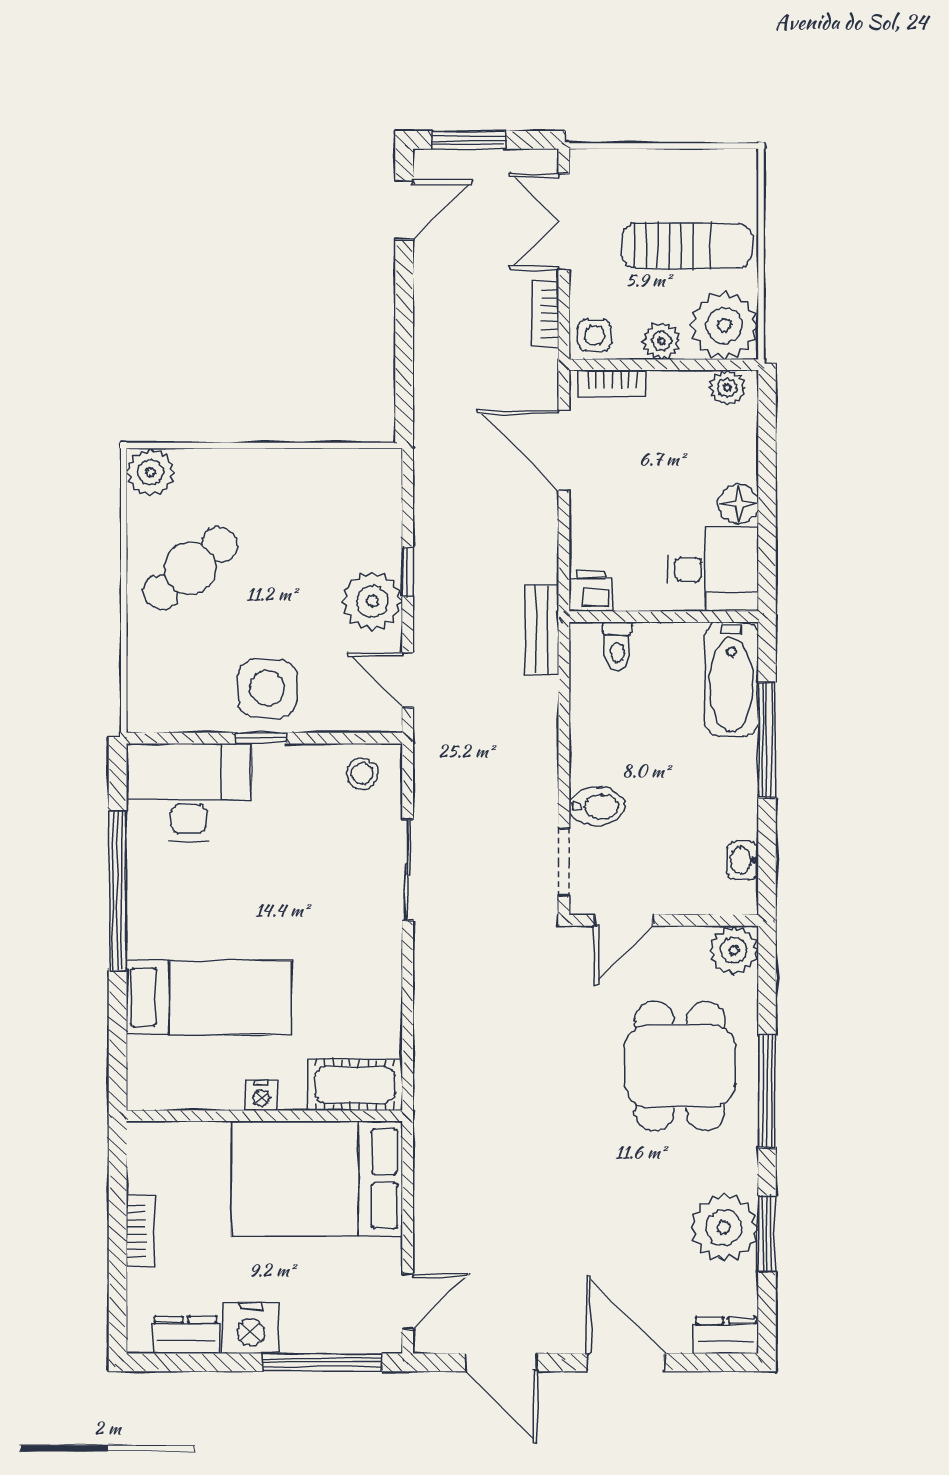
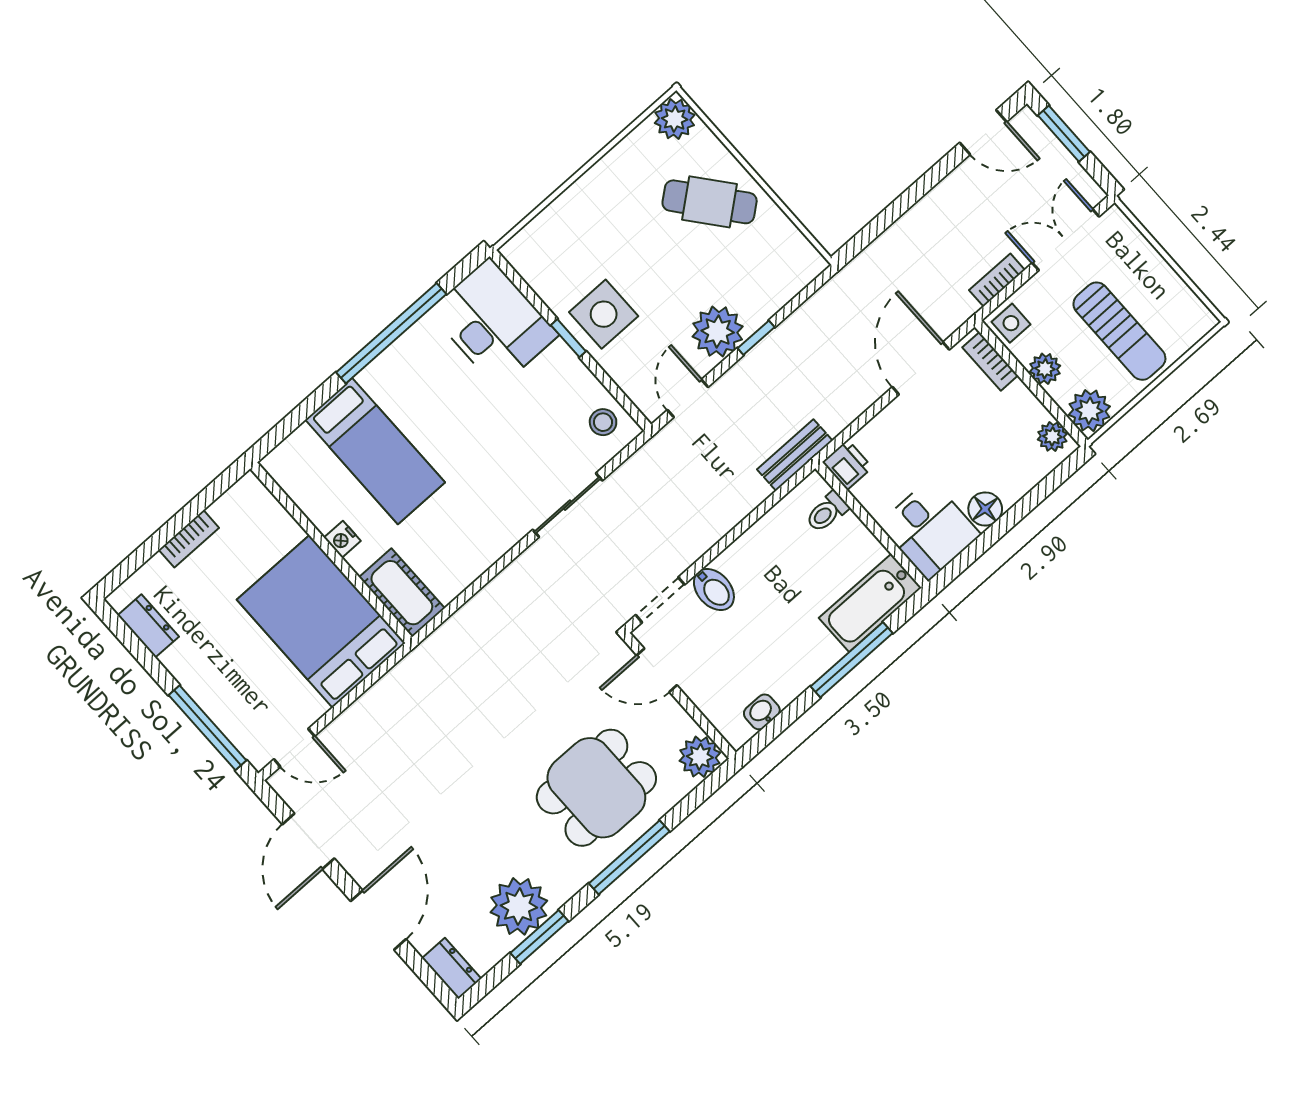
plant: (724, 325) -> (1089, 411), width x0.73, depth x0.73
cafe table: (190, 568) -> (710, 202), moved
nightstand: (251, 1328) -> (189, 664), removed

